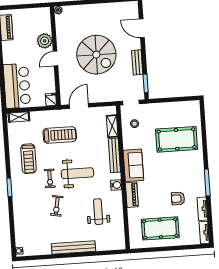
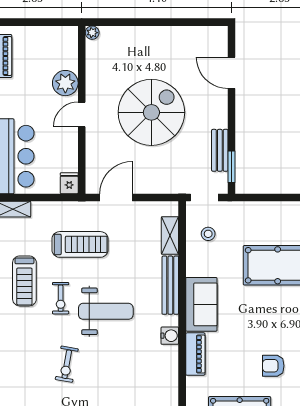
spiral stairs: (96, 55) -> (151, 112), turned -90
bench: (137, 62) -> (220, 150), moved
exercise bike: (50, 178) -> (61, 298), moved
weight bench: (98, 212) -> (136, 379), removed

